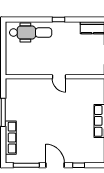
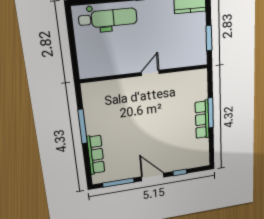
door: (59, 77) -> (150, 73), swing flipped

